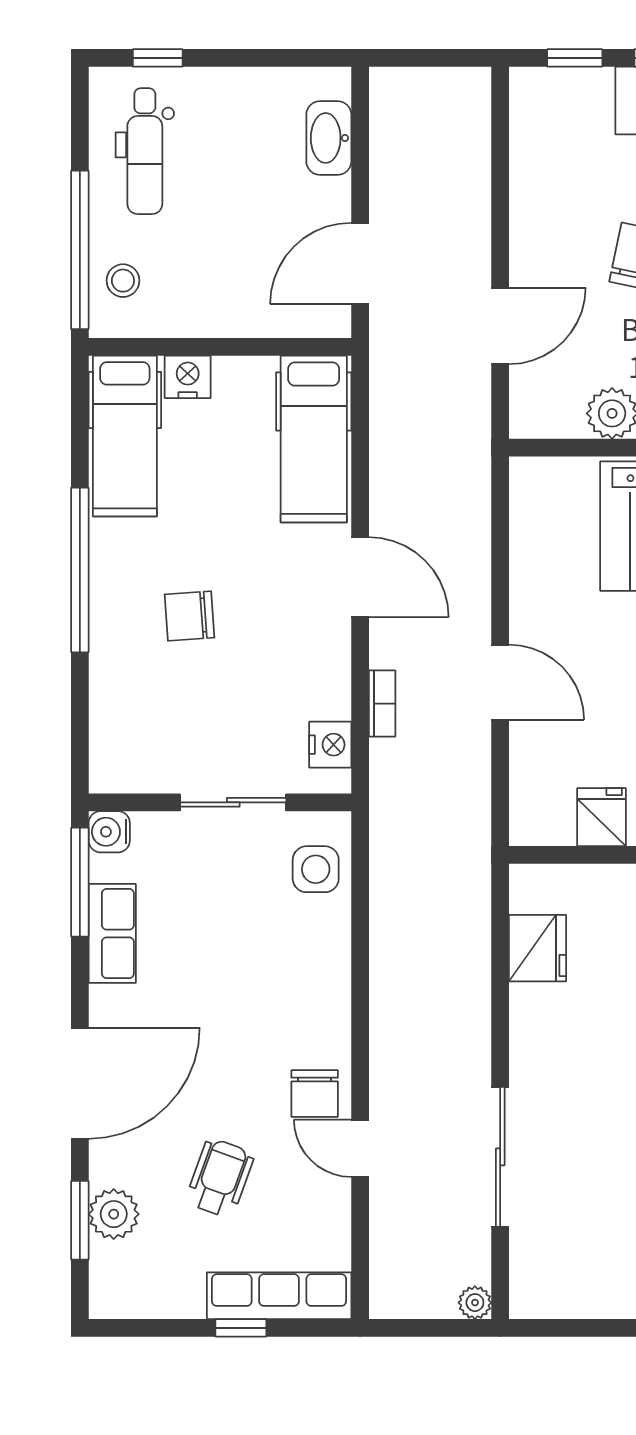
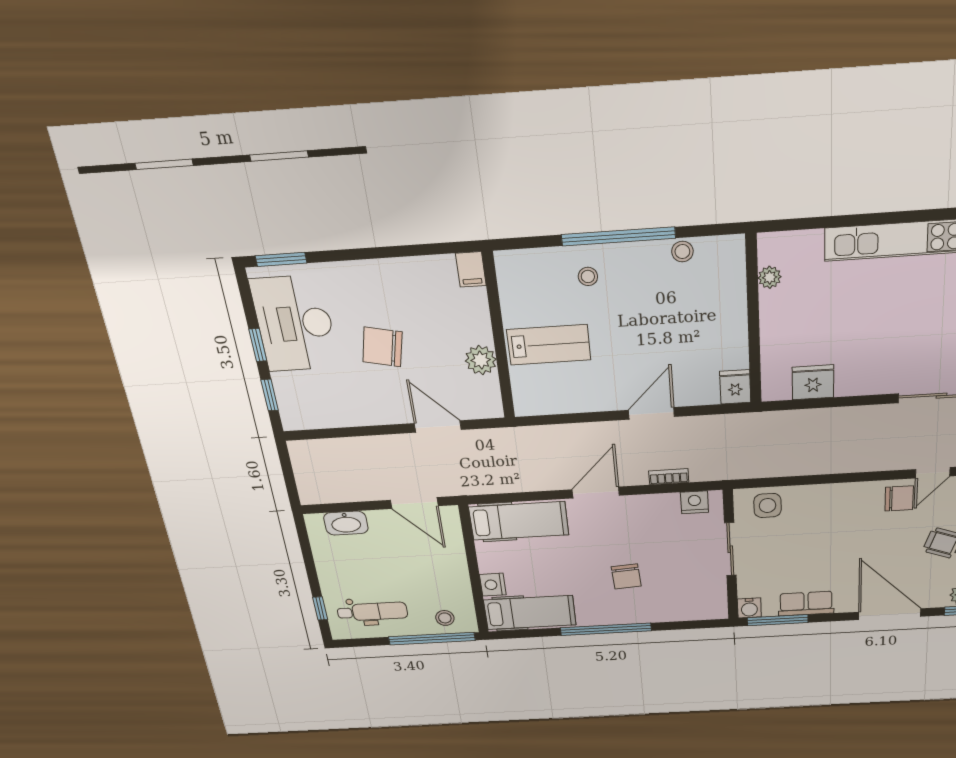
fridge: (602, 817) -> (735, 387), moved, turned 90

